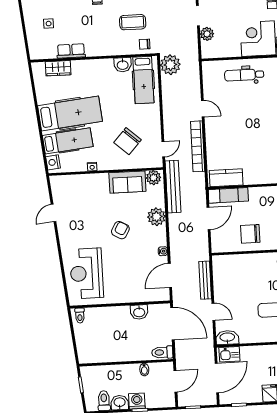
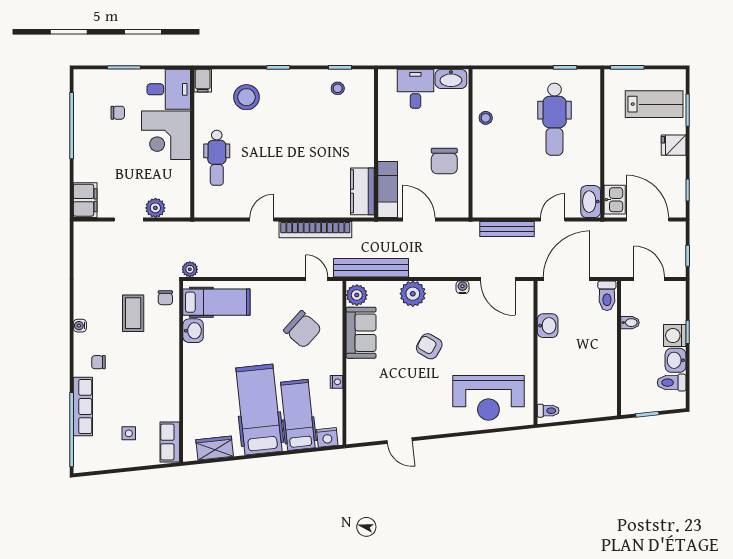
row of seats: (71, 51) -> (170, 442), moved
plant: (170, 65) -> (190, 269), width x0.53, depth x0.53
wardrobe: (58, 68) -> (215, 448), moved, turned -96

